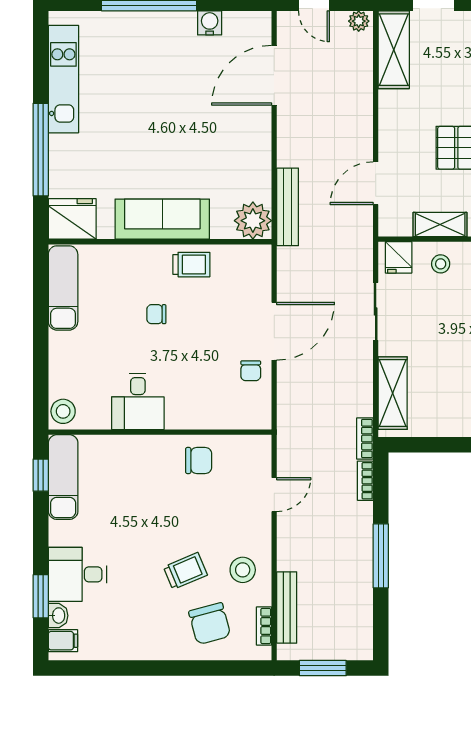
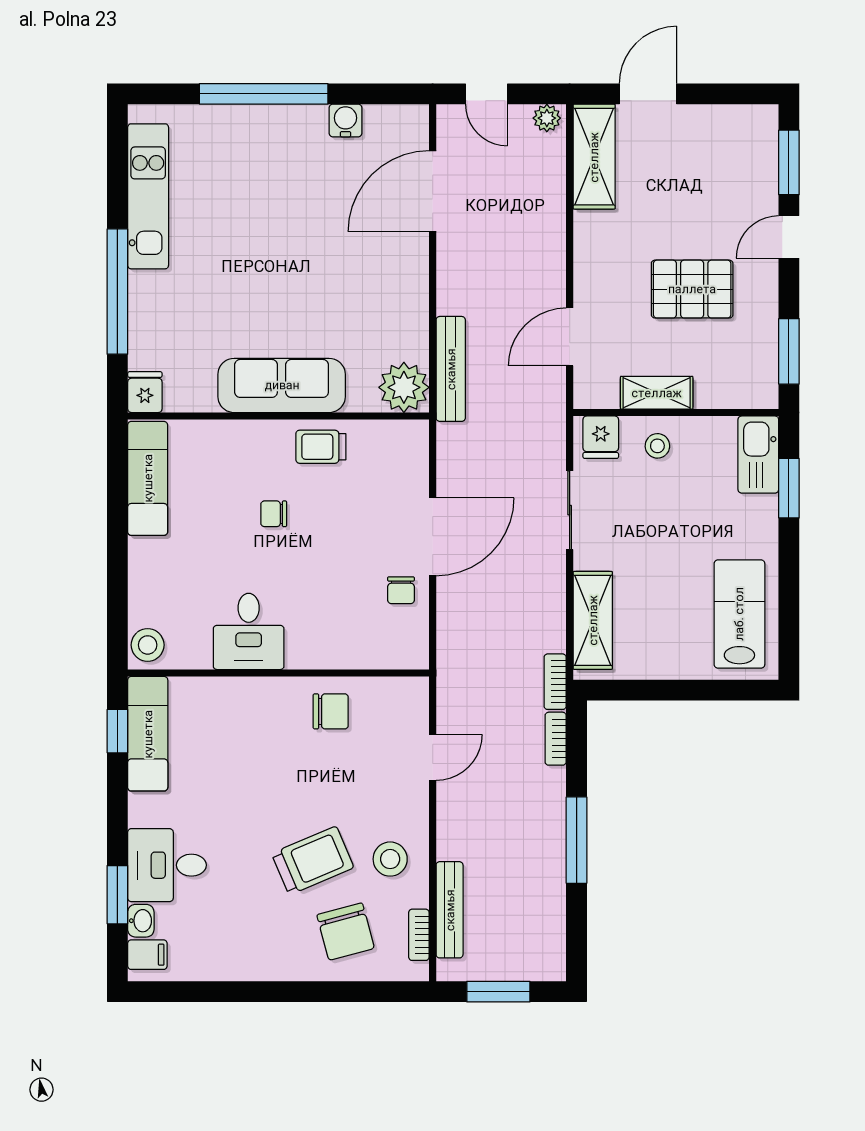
fridge: (72, 219) -> (145, 392), width x0.53, depth x0.75
trolley: (191, 265) -> (321, 447), turned 180
trolley: (185, 571) -> (313, 861), width x1.36, depth x1.39

